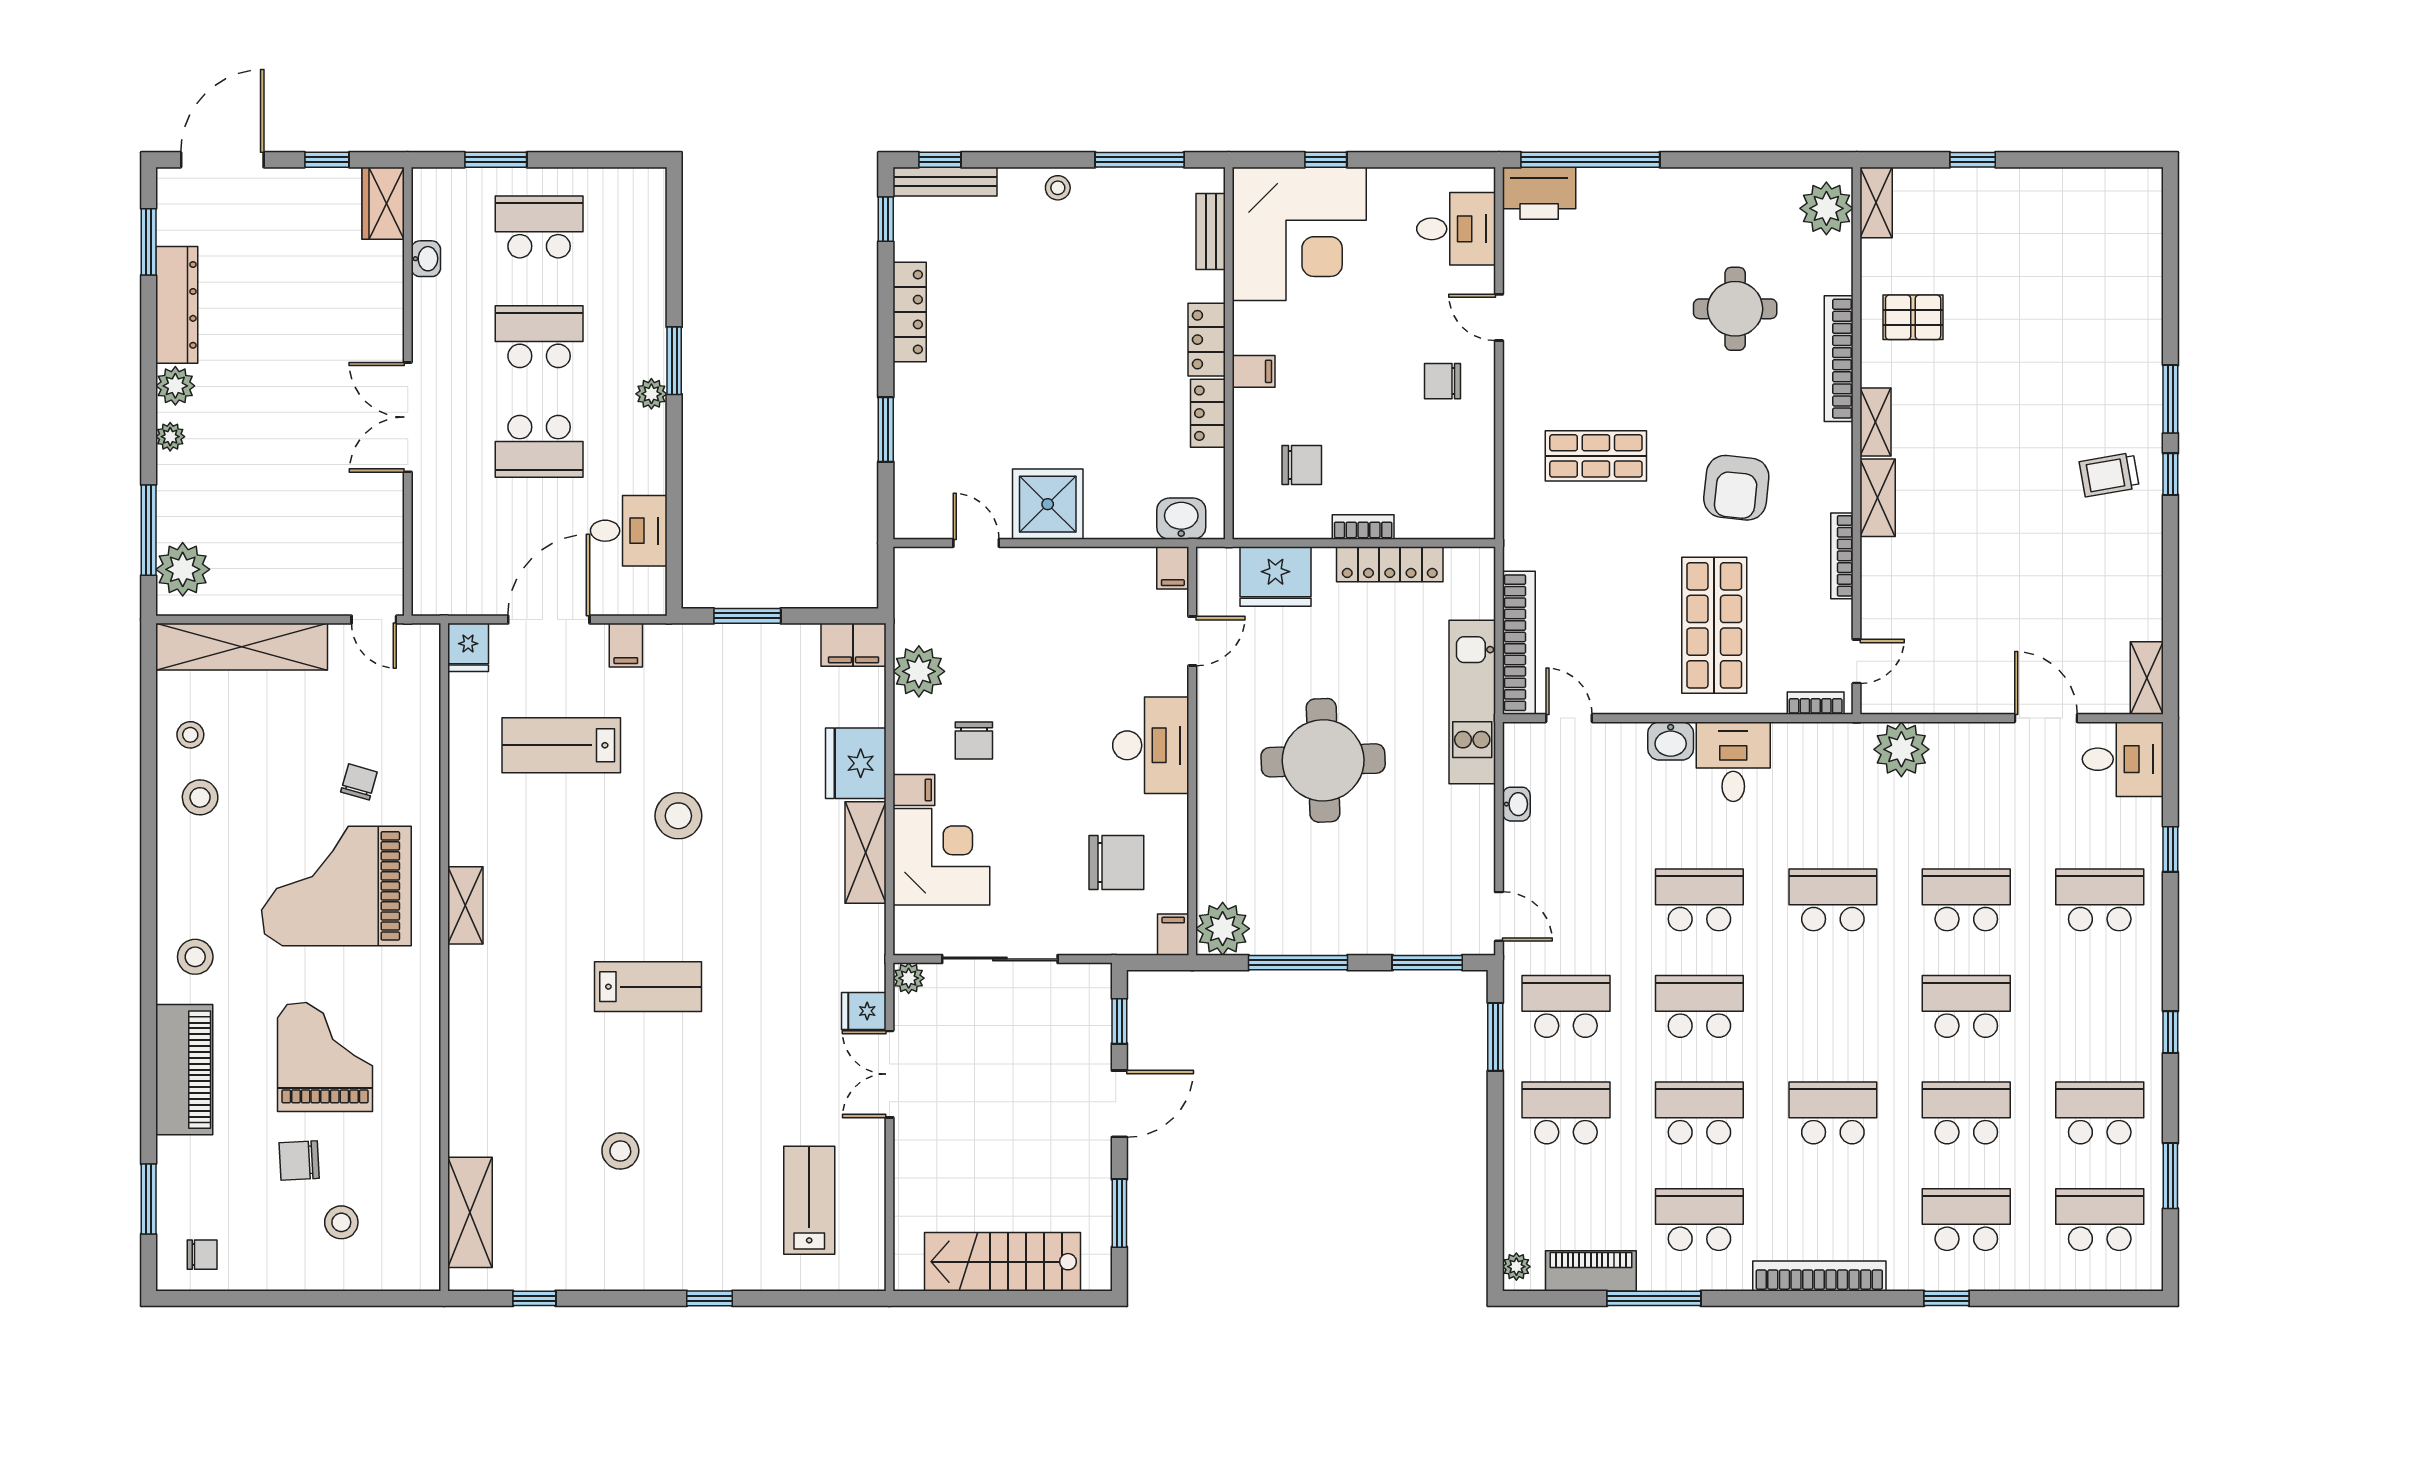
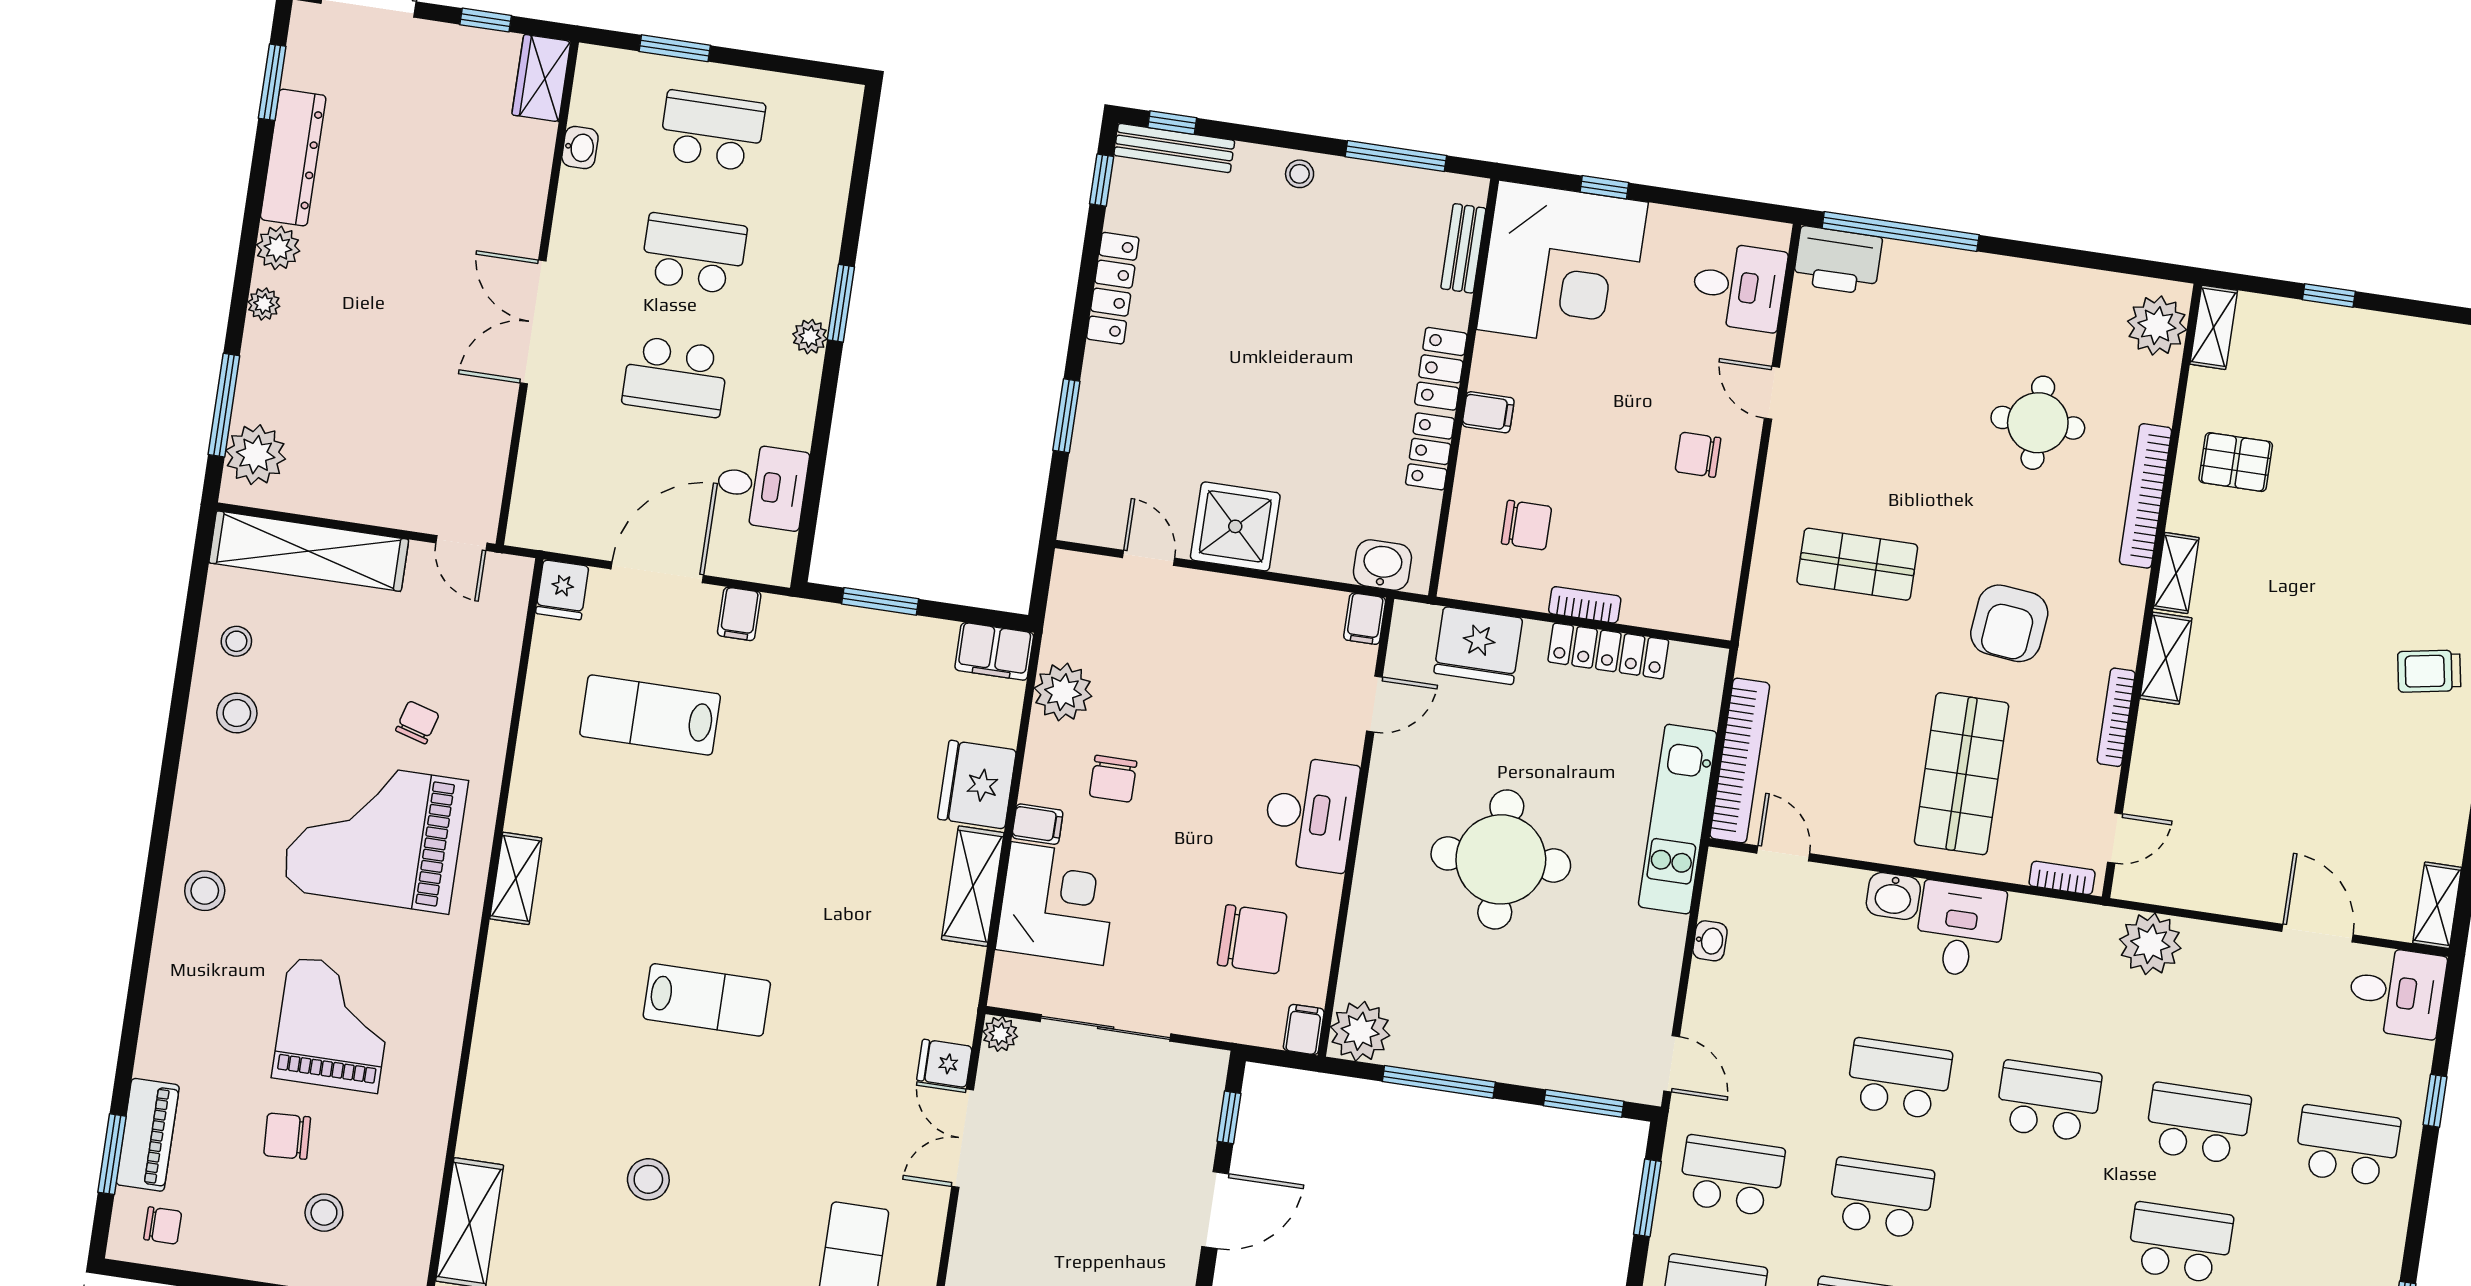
stool: (678, 816) -> (769, 814), removed
piano: (184, 1070) -> (148, 1135), moved, width x0.73, depth x0.75

